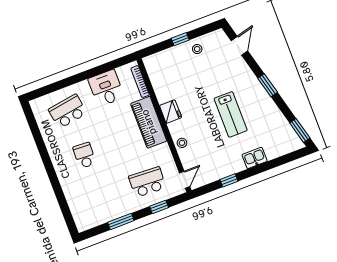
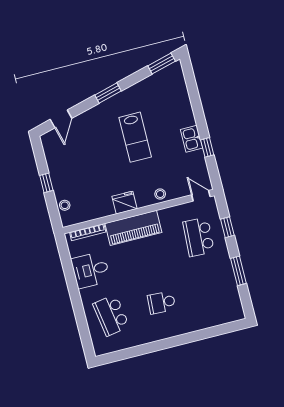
door: (239, 46) -> (61, 119), swing flipped
stool: (197, 49) -> (65, 205), moved
lab bench: (231, 114) -> (135, 137), turned 90
kitchen sink: (255, 158) -> (192, 139), moved

